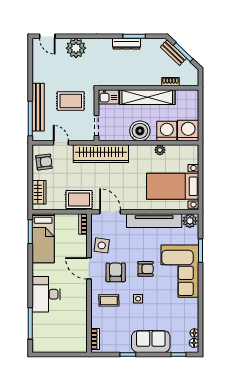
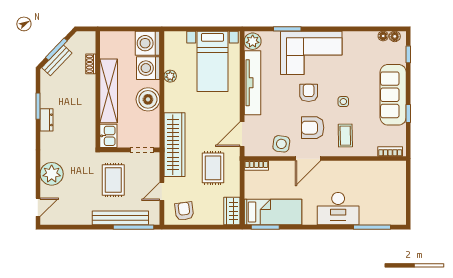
dresser: (127, 44) -> (47, 120), width x0.70
wardrobe: (39, 192) -> (232, 211), moved, turned -90
rug: (79, 200) -> (213, 168), moved
sofa: (151, 342) -> (393, 95), width x1.36

